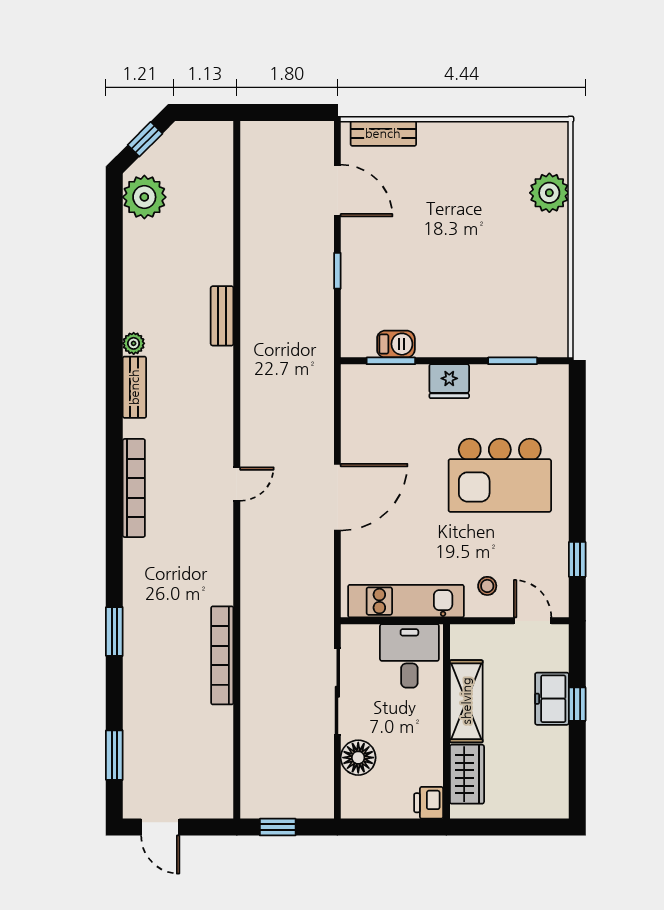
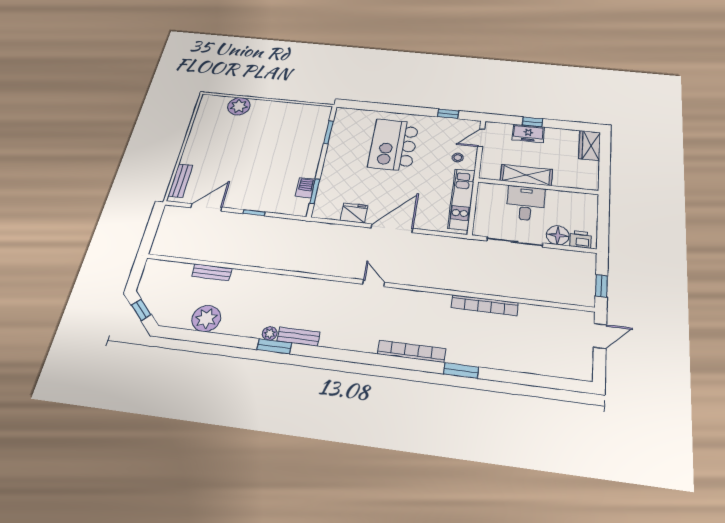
plant: (144, 197) -> (206, 319), moved
bench: (222, 316) -> (212, 272), moved
fridge: (449, 381) -> (354, 213), moved, turned -90
kitchen island: (500, 475) -> (393, 145), turned 180
bookcase: (134, 488) -> (412, 351), moved
door: (337, 497) -> (392, 228), hinge flipped
desk: (409, 656) -> (526, 203), moved, turned 90
window: (114, 755) -> (274, 346), moved
wardrobe: (467, 774) -> (590, 145), moved, turned -90
printer: (429, 803) -> (581, 239), moved, turned 180
door: (160, 827) -> (600, 336), moved

